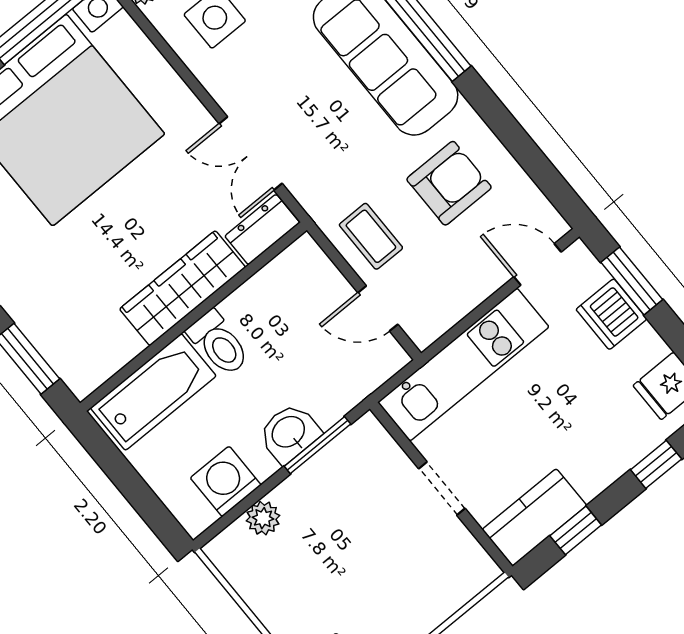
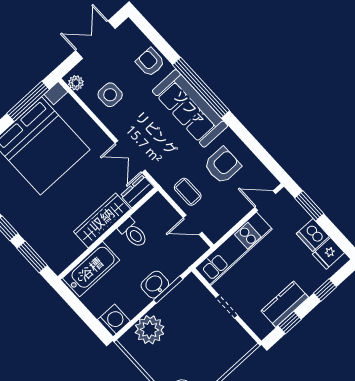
dishwasher: (611, 314) -> (313, 235), moved
toilet: (219, 343) -> (133, 233), moved
washing machine: (226, 481) -> (114, 320), moved, turned 90
kitchen counter: (534, 517) -> (285, 304), moved
plant: (263, 518) -> (150, 330), width x1.87, depth x1.87

